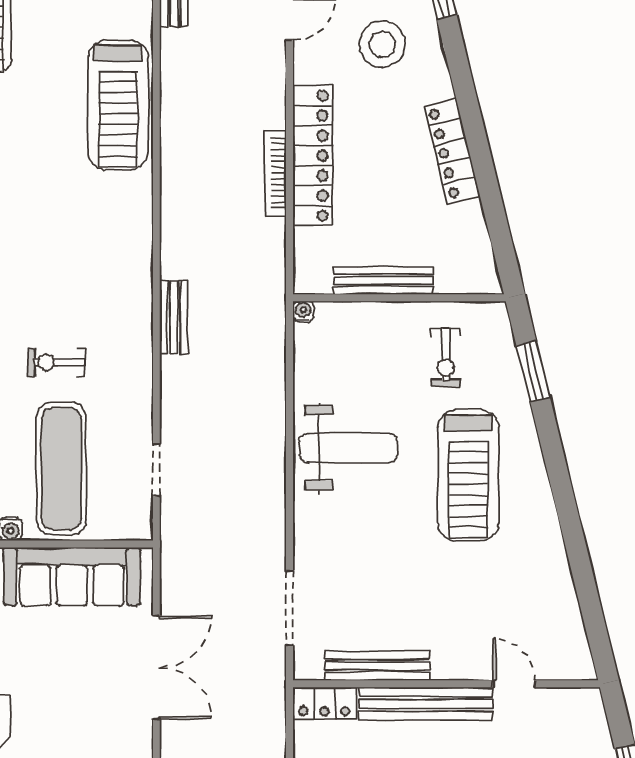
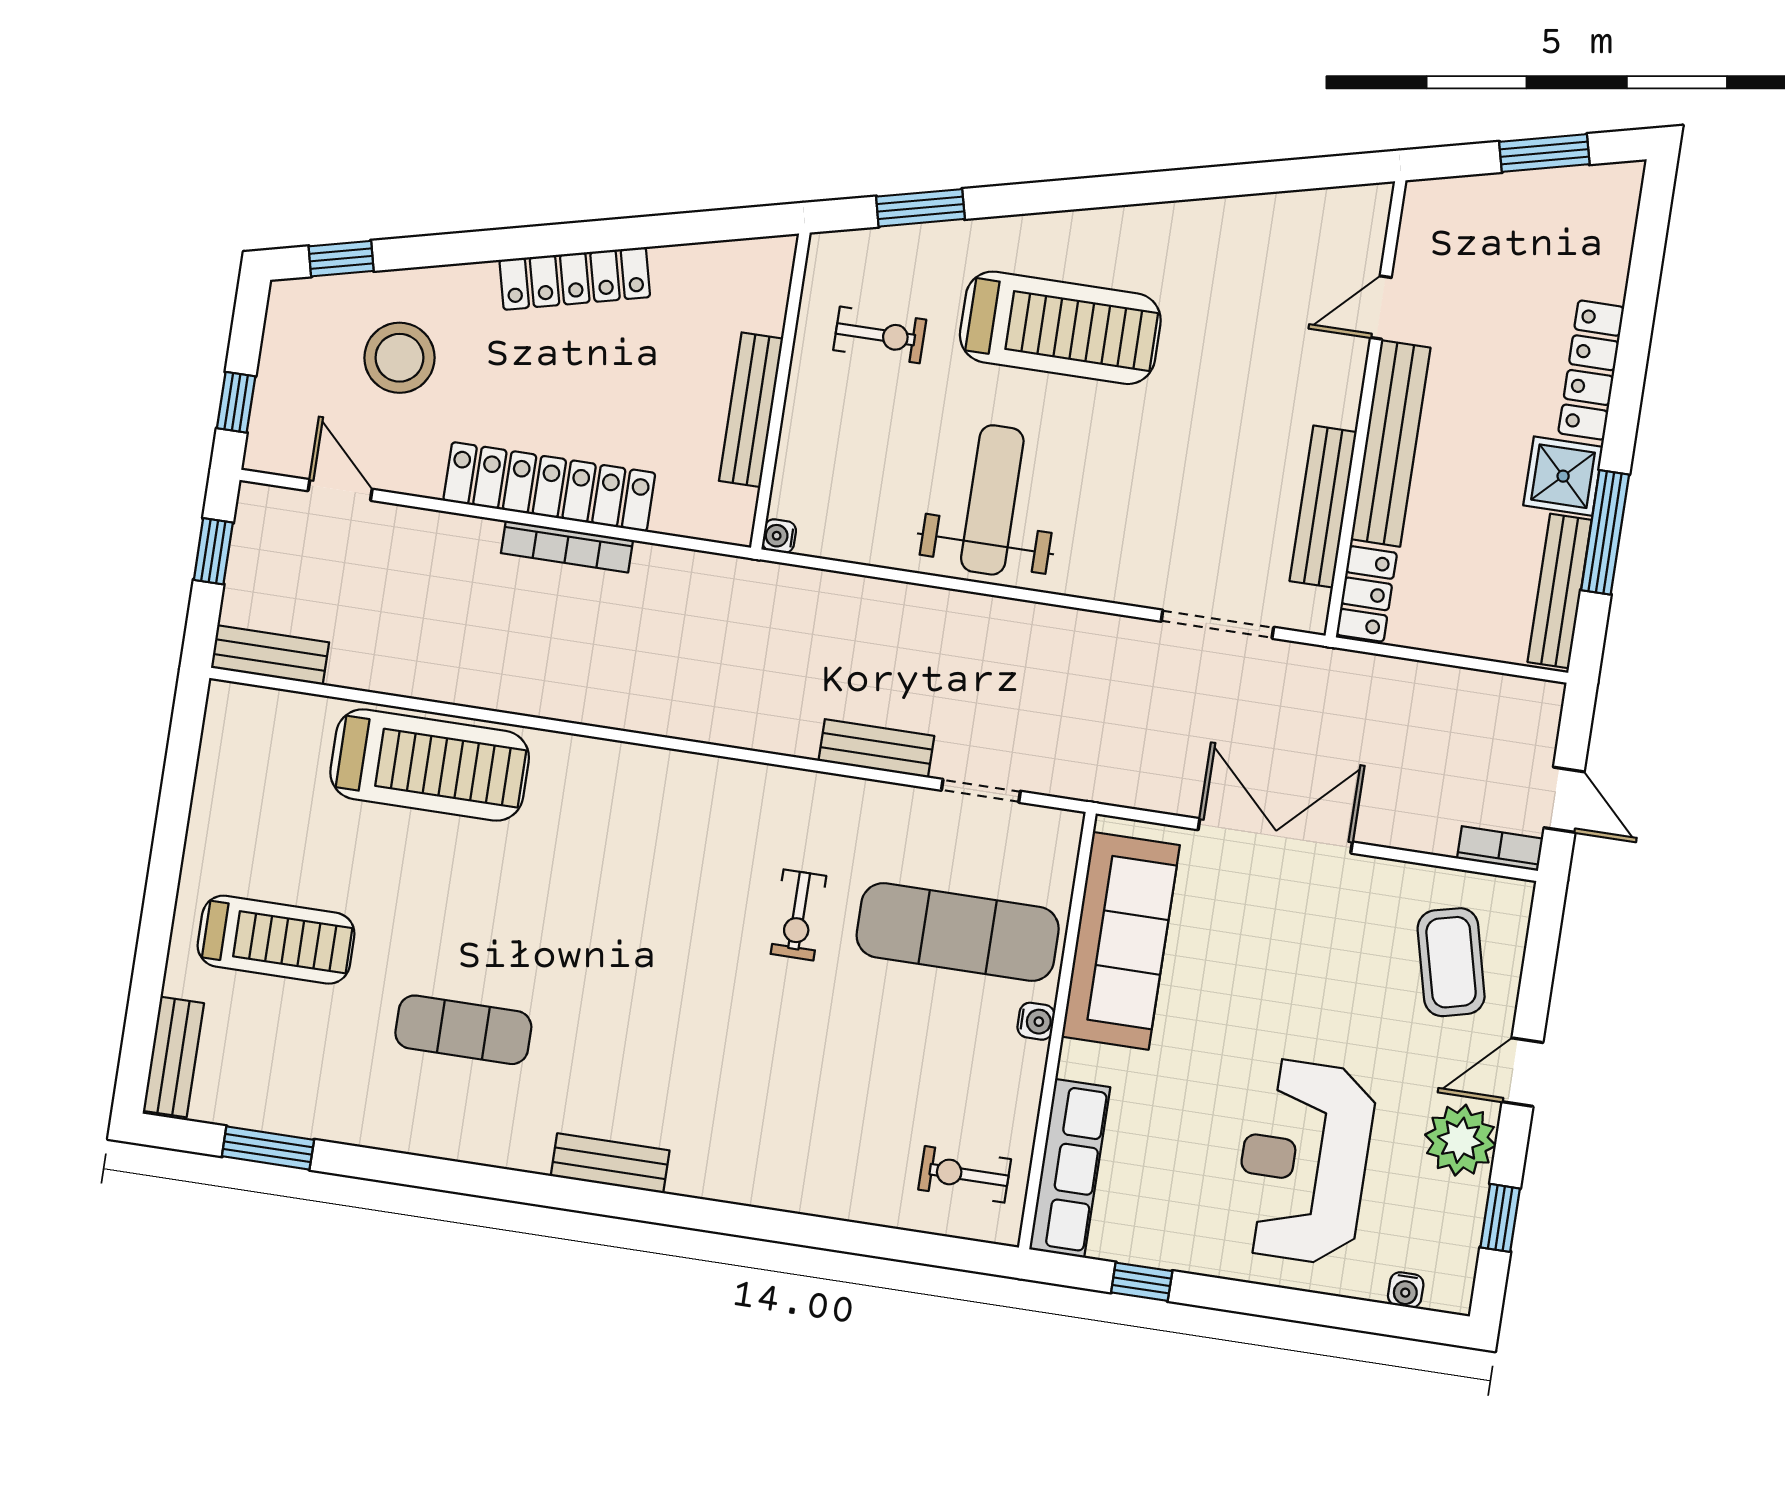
bench: (174, 317) -> (876, 748), moved

